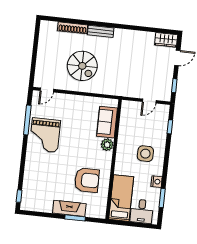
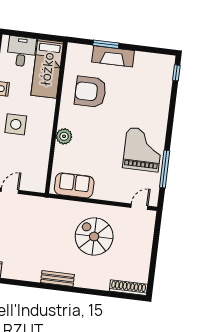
shoe rack: (72, 28) -> (128, 288), moved
bench: (101, 31) -> (58, 278), moved
sofa: (107, 122) -> (74, 185), moved, turned -90

